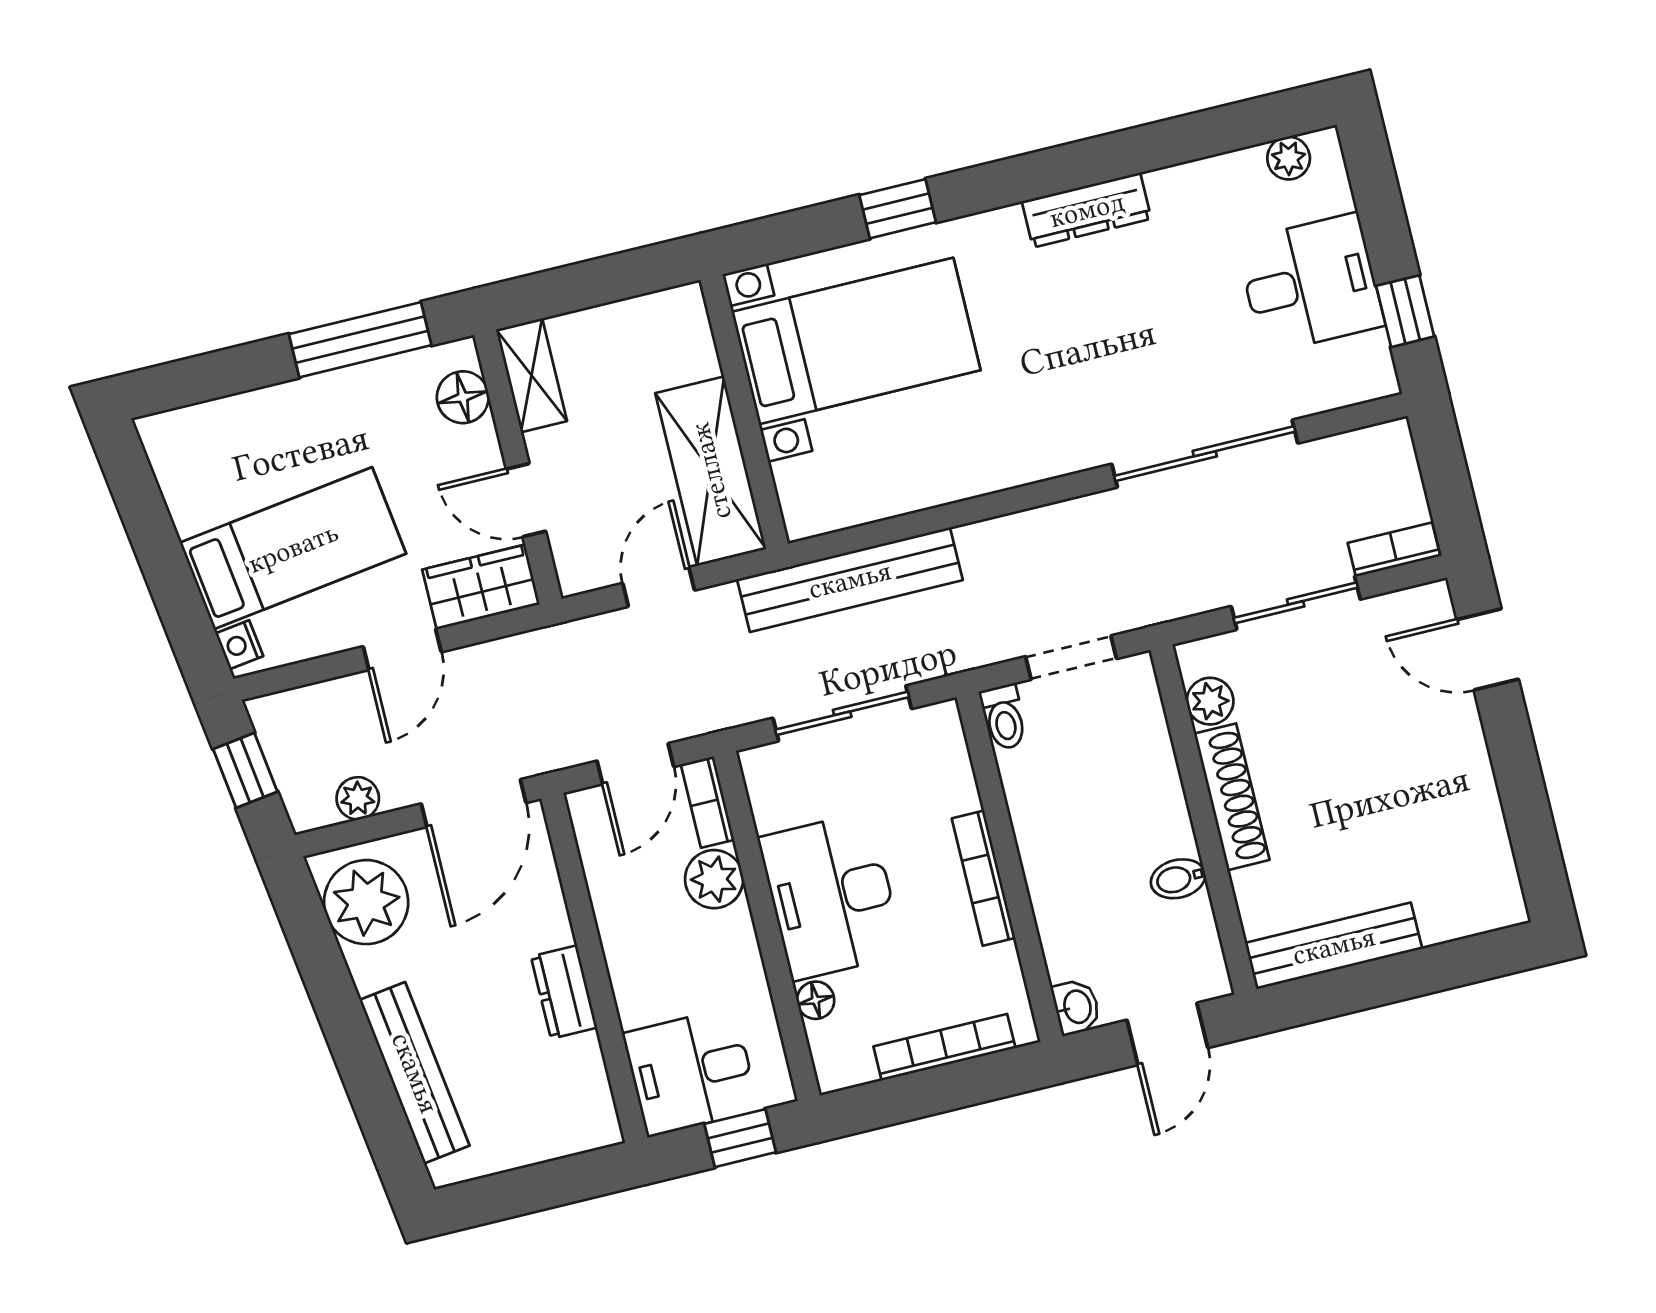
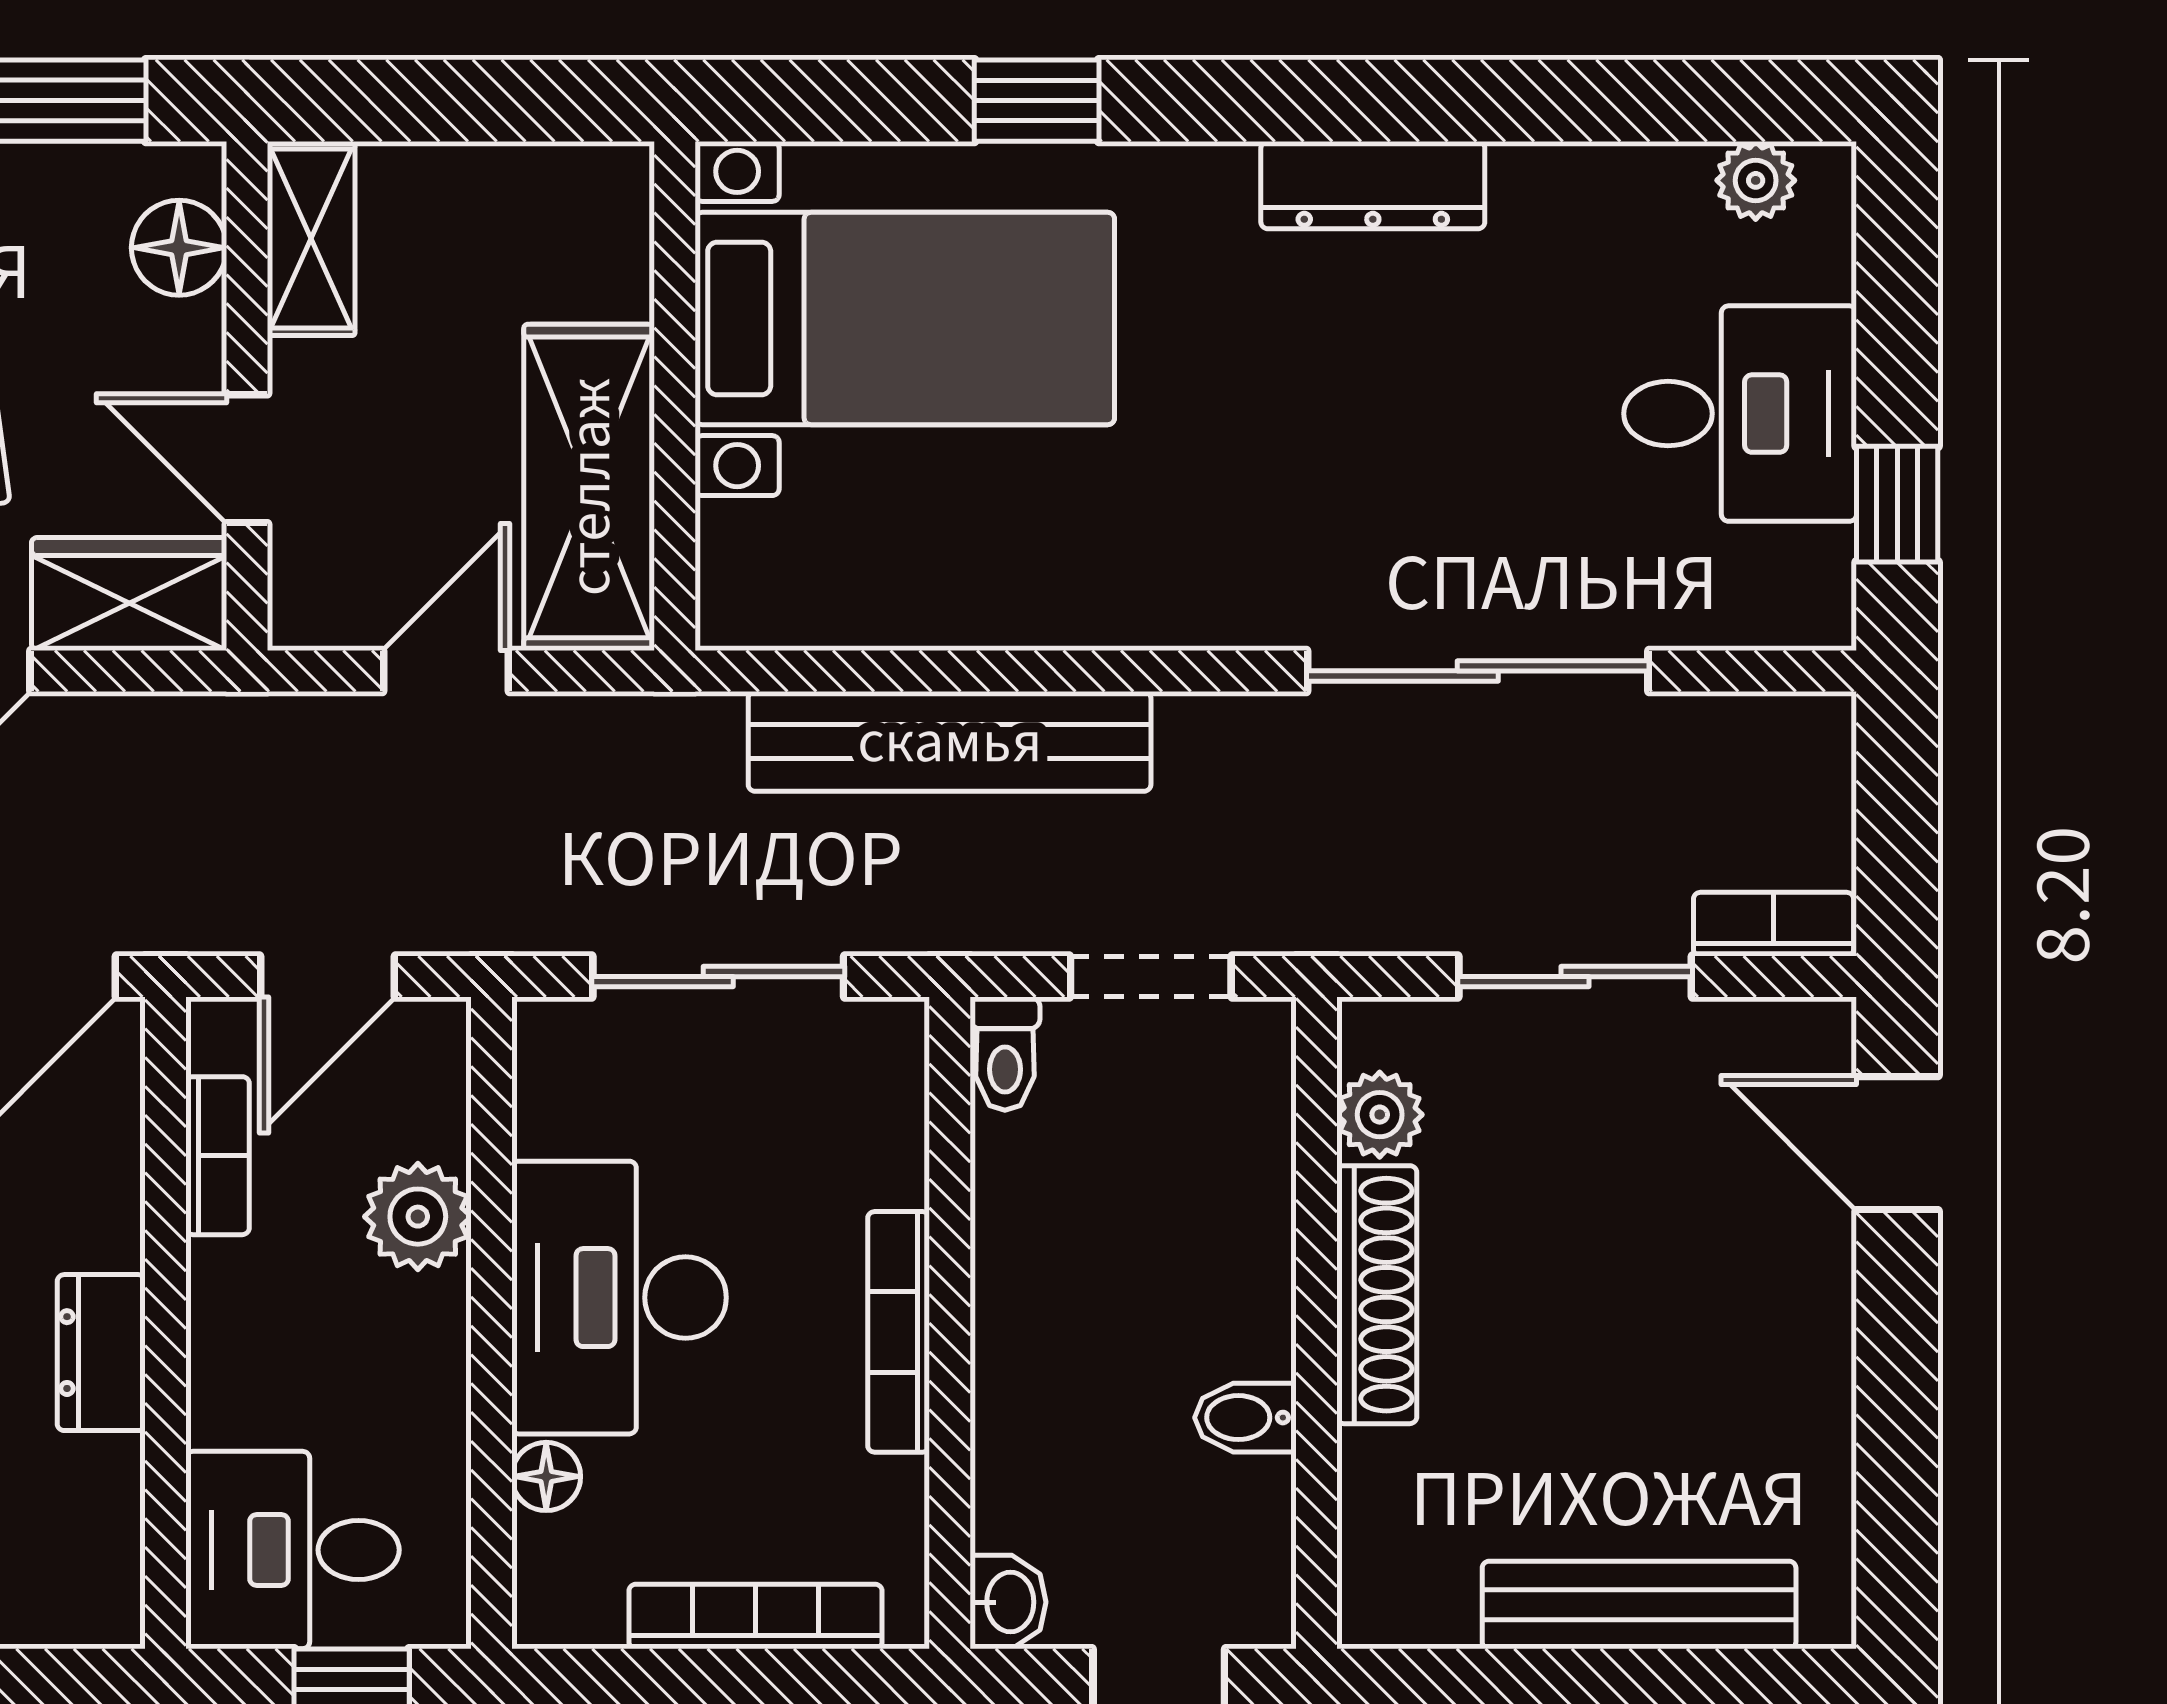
bench: (850, 580) -> (950, 741), moved
bookcase: (707, 802) -> (218, 1156), moved, turned 180
bench: (1334, 946) -> (1639, 1605), moved

